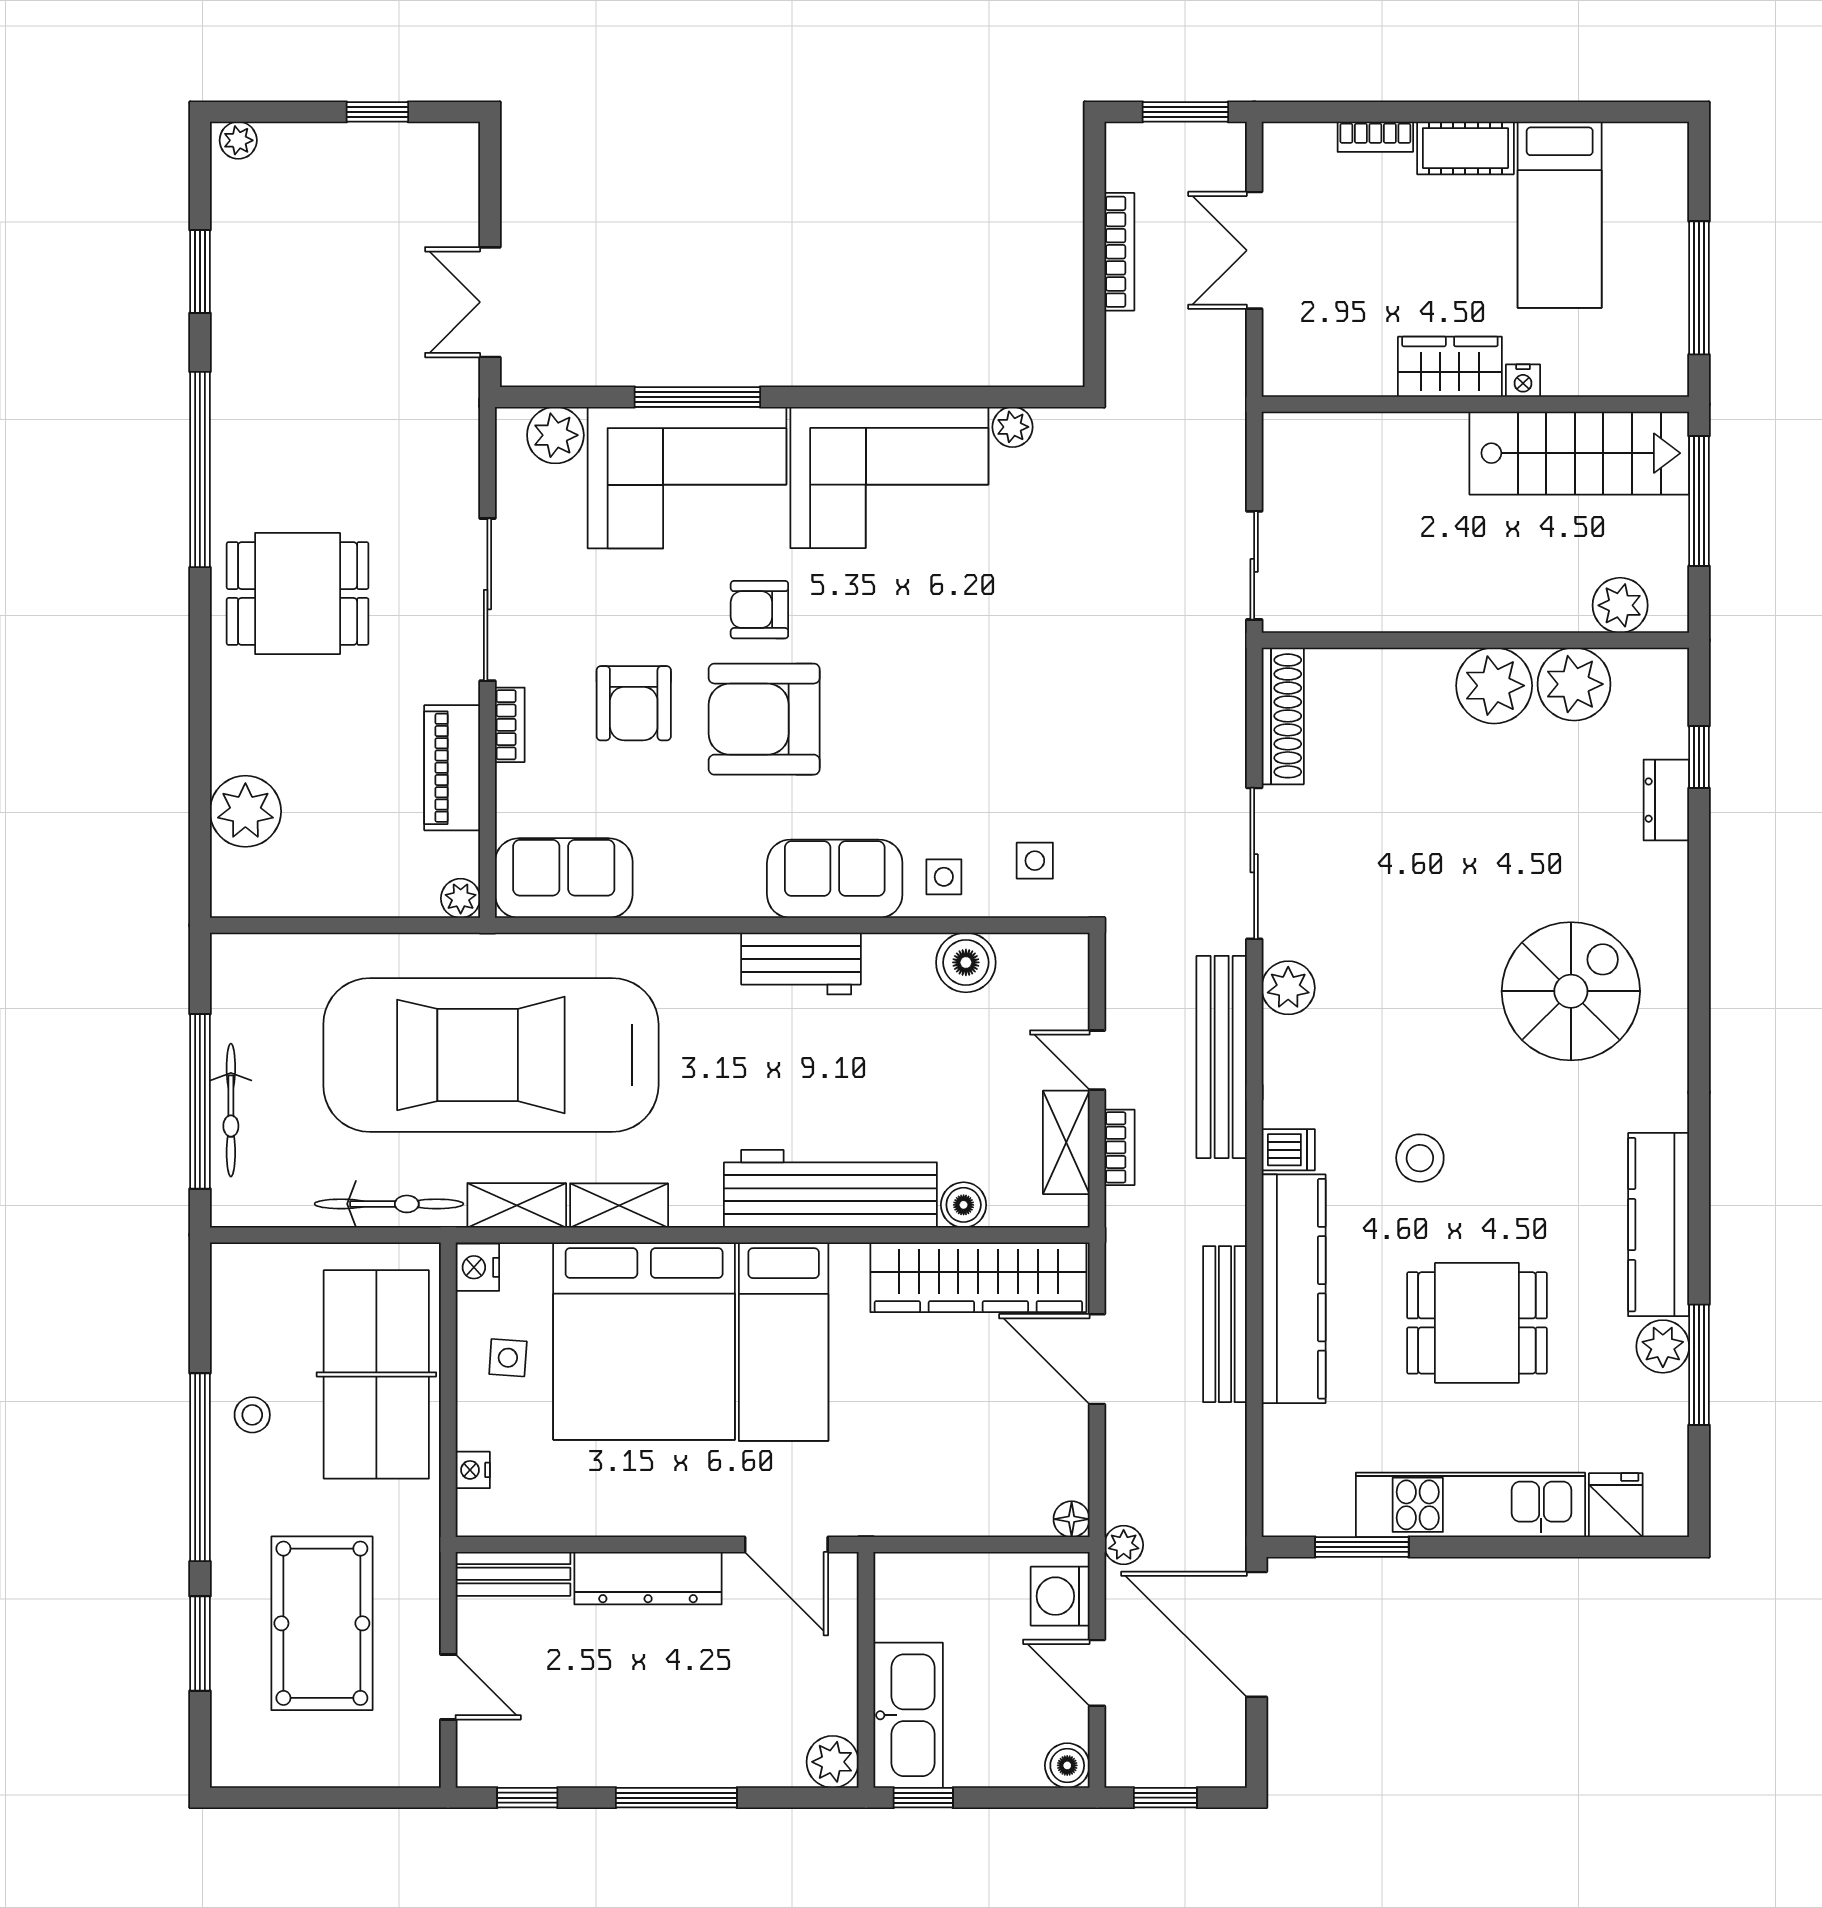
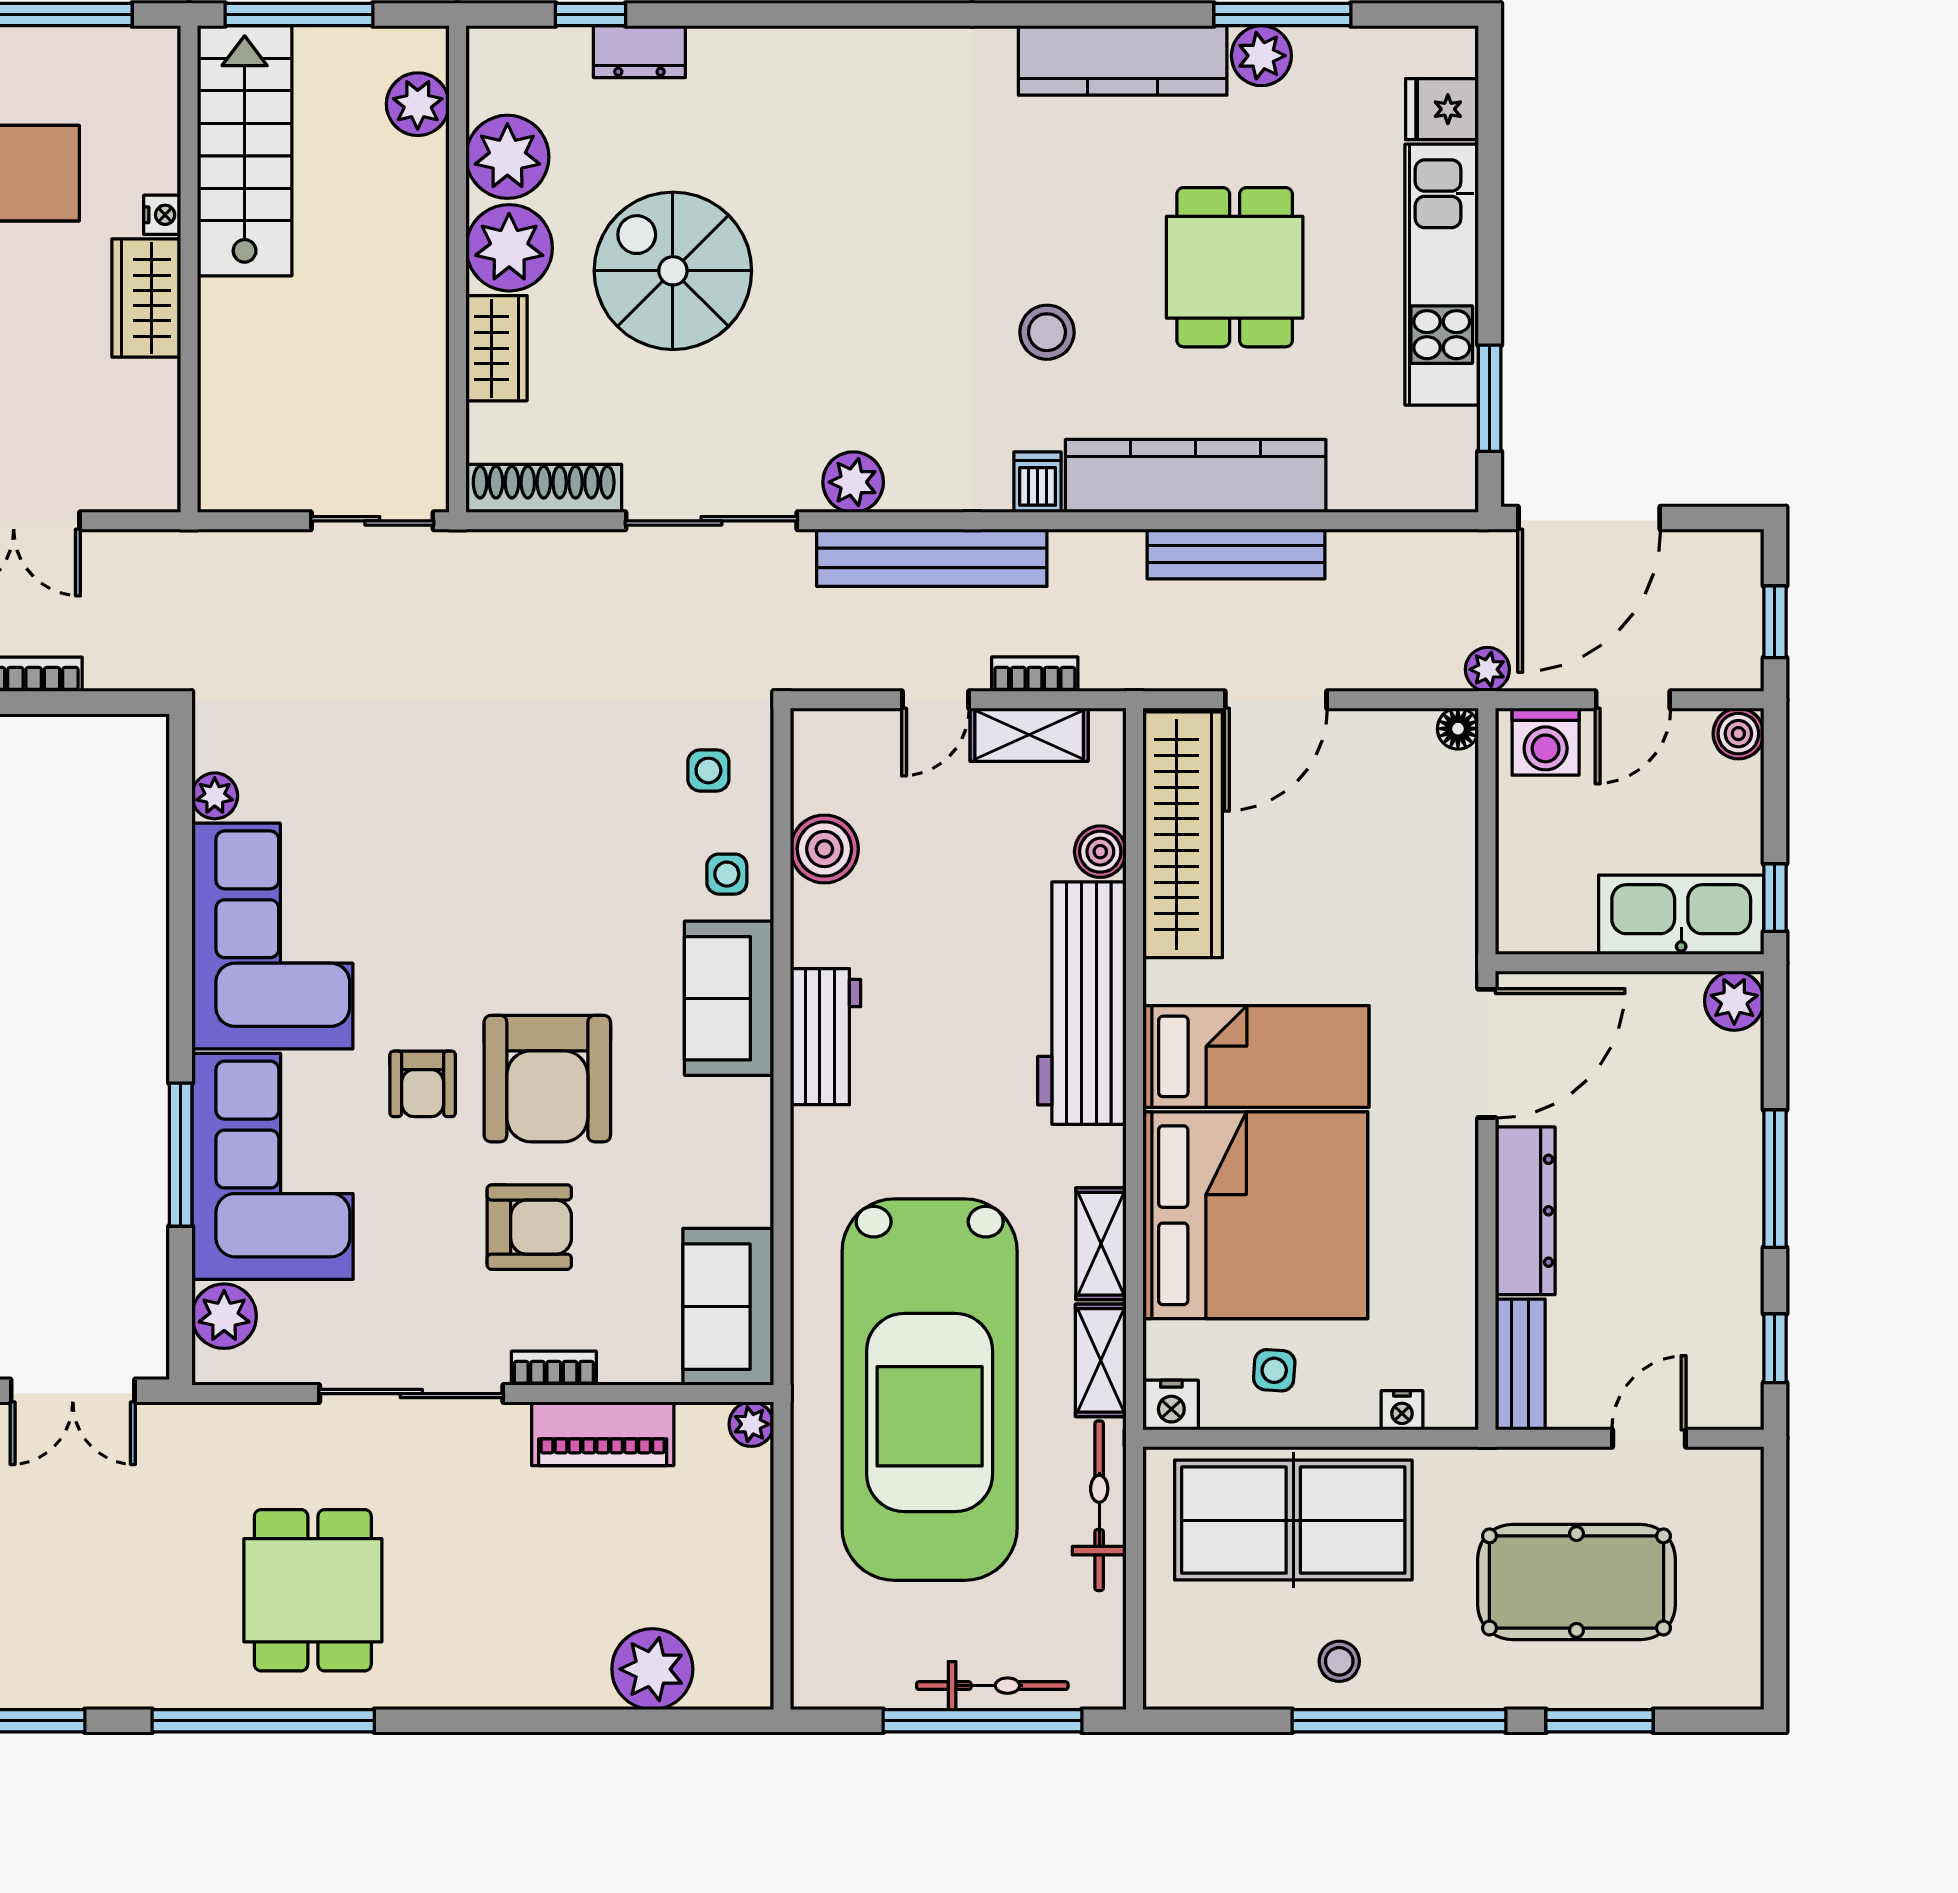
dining table: (298, 594) -> (313, 1590), moved
wardrobe: (1406, 674) -> (496, 348), added
spiral stairs: (1571, 991) -> (673, 271), moved
door: (786, 1545) -> (1487, 1053), width x1.36

